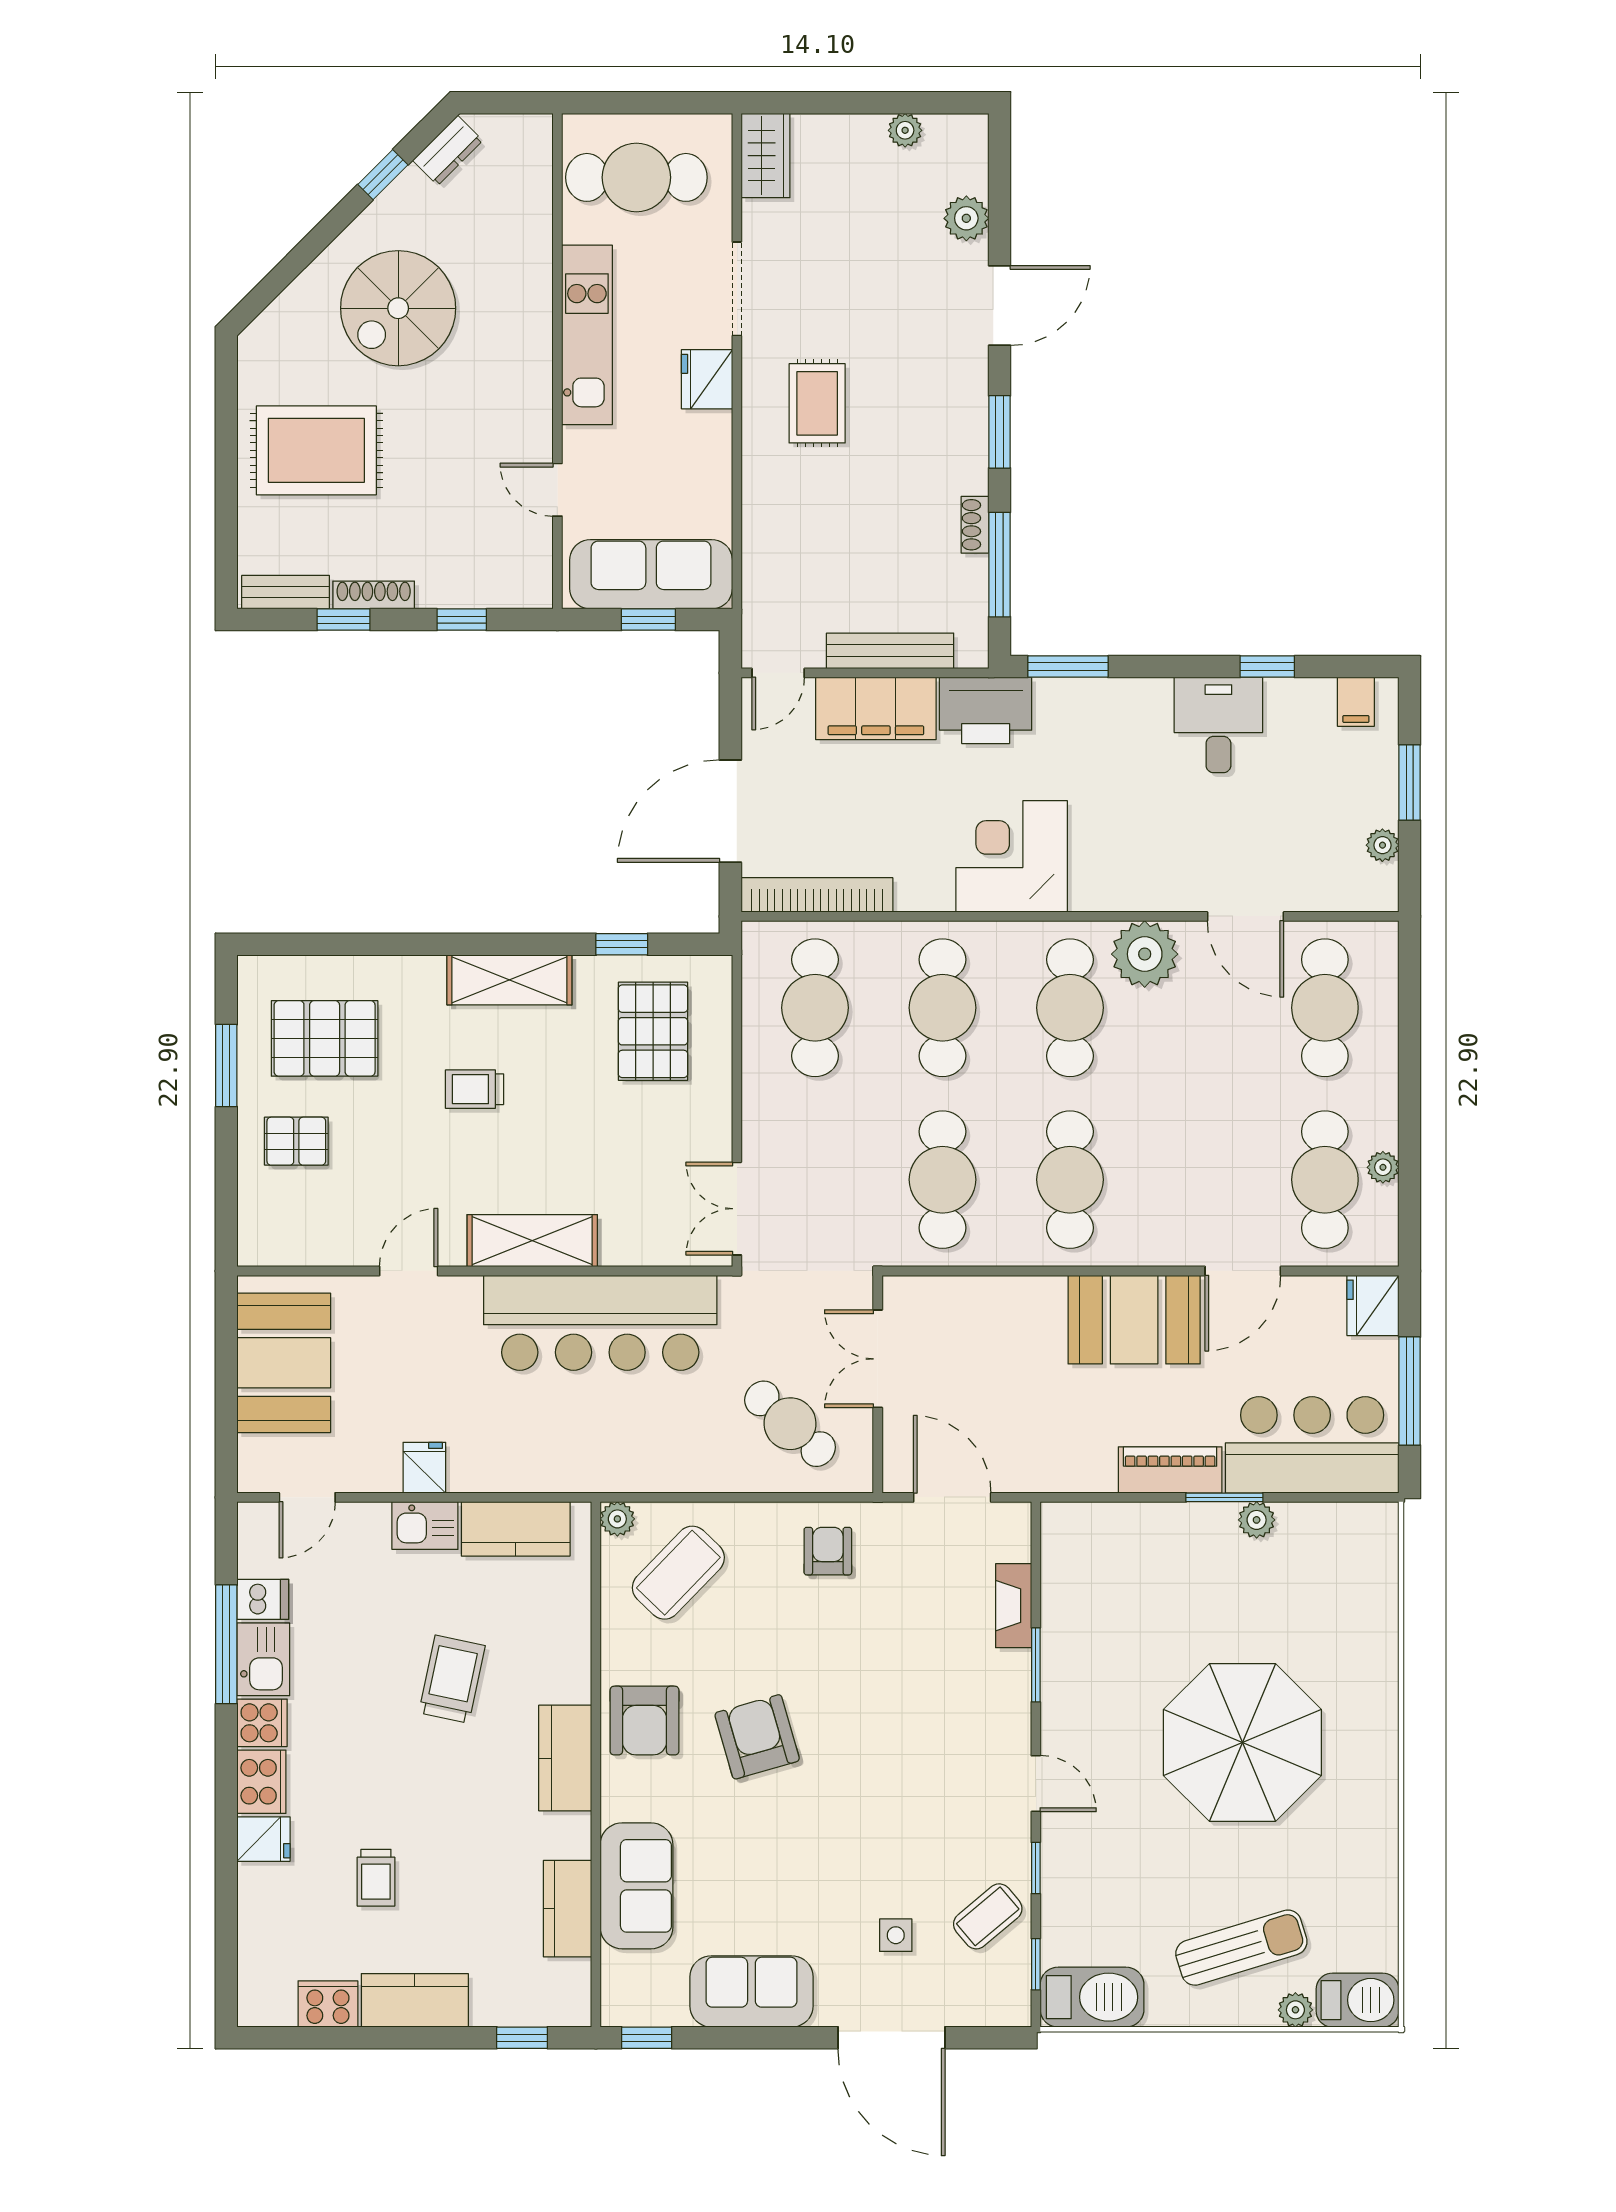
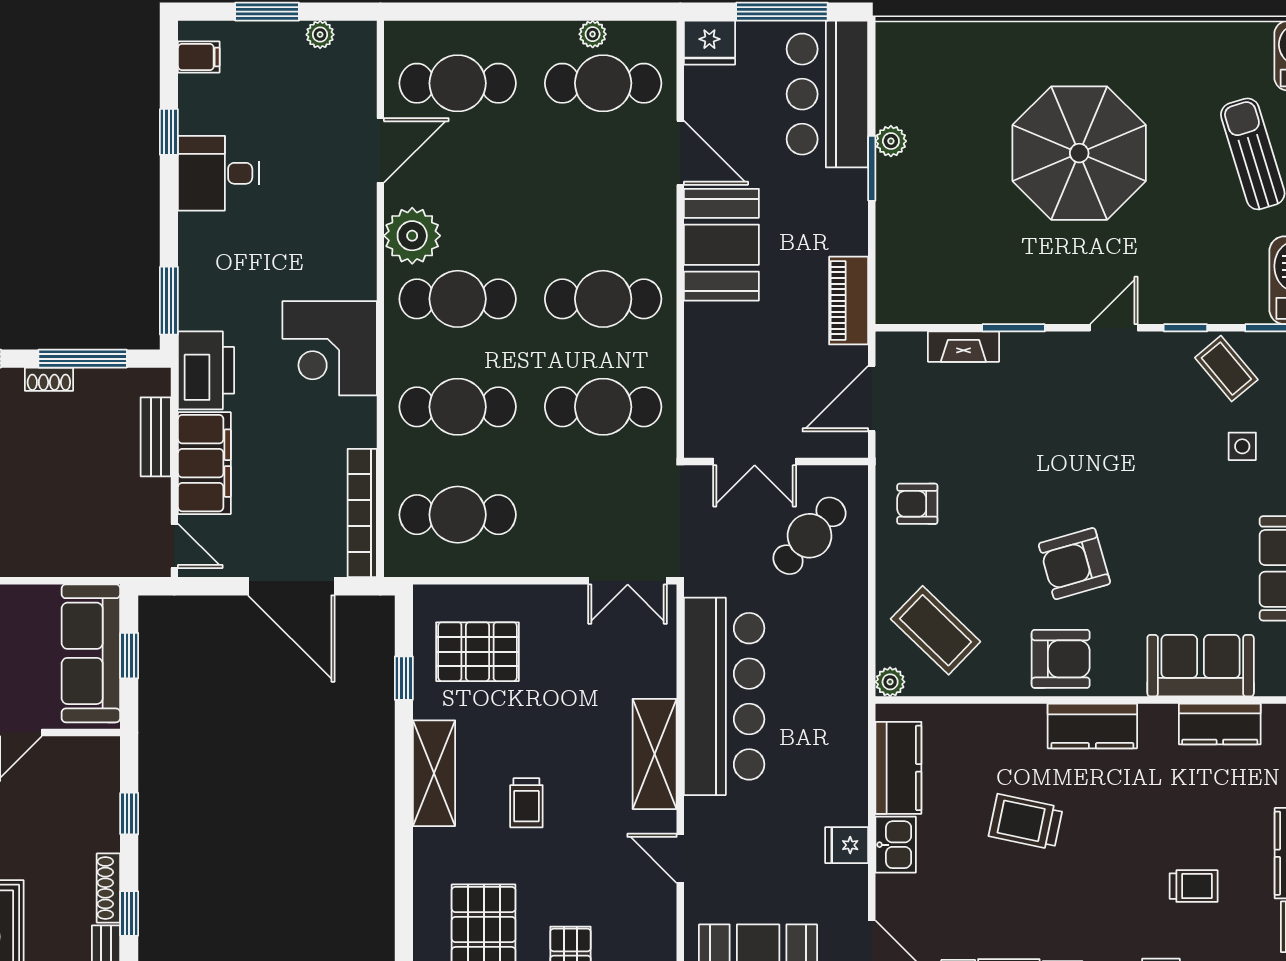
bench: (890, 651) -> (156, 437), width x0.73
piano: (1170, 1470) -> (849, 301), moved

